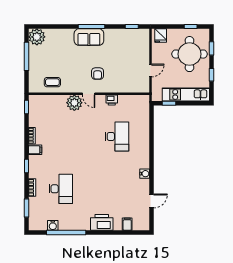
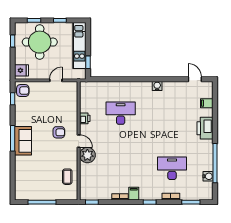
plant: (37, 37) -> (23, 192), removed
armchair: (140, 37) -> (23, 91), added
door: (150, 70) -> (56, 80), hinge flipped
door: (89, 94) -> (79, 141), hinge flipped
door: (152, 201) -> (195, 79), moved

